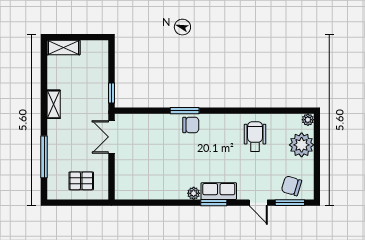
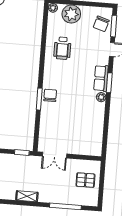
wheelchair: (255, 136) -> (62, 48), turned -90
pallet: (81, 181) -> (85, 180), turned 90

